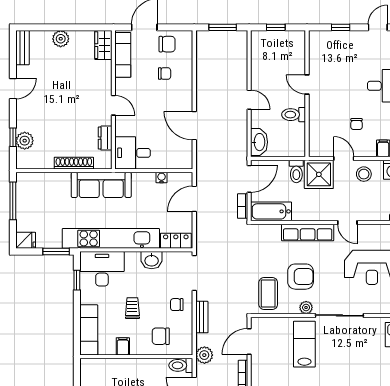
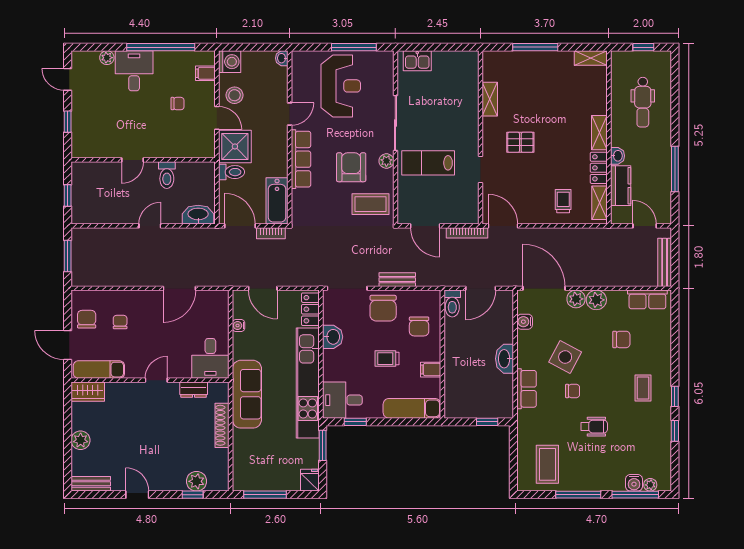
door: (344, 158) -> (217, 118), swing flipped
desk: (102, 269) -> (342, 400), width x0.73
chair: (177, 305) -> (383, 308), width x1.87, depth x1.87
plant: (204, 355) -> (441, 277), removed

